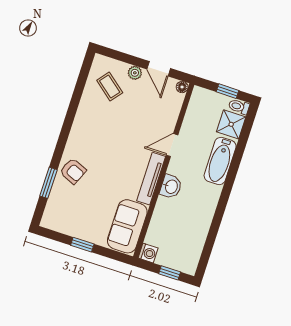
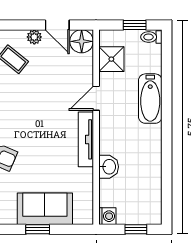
floor lamp: (182, 87) -> (82, 41), width x1.89, depth x1.89
shower: (231, 124) -> (111, 59), moved
washbasin: (171, 187) -> (109, 167), moved
sofa: (127, 226) -> (45, 209), moved, turned 90

